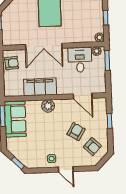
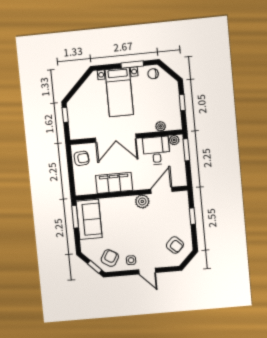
plant: (100, 37) -> (161, 126), moved
door: (83, 96) -> (161, 190), swing flipped
plant: (48, 106) -> (142, 201), moved
armchair: (76, 132) -> (110, 258), moved

